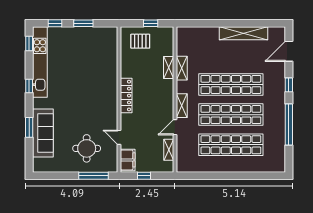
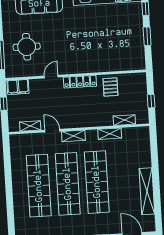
pallet: (140, 41) -> (110, 87), moved
shelving: (169, 68) -> (124, 120), moved
door: (119, 137) -> (51, 77), moved

